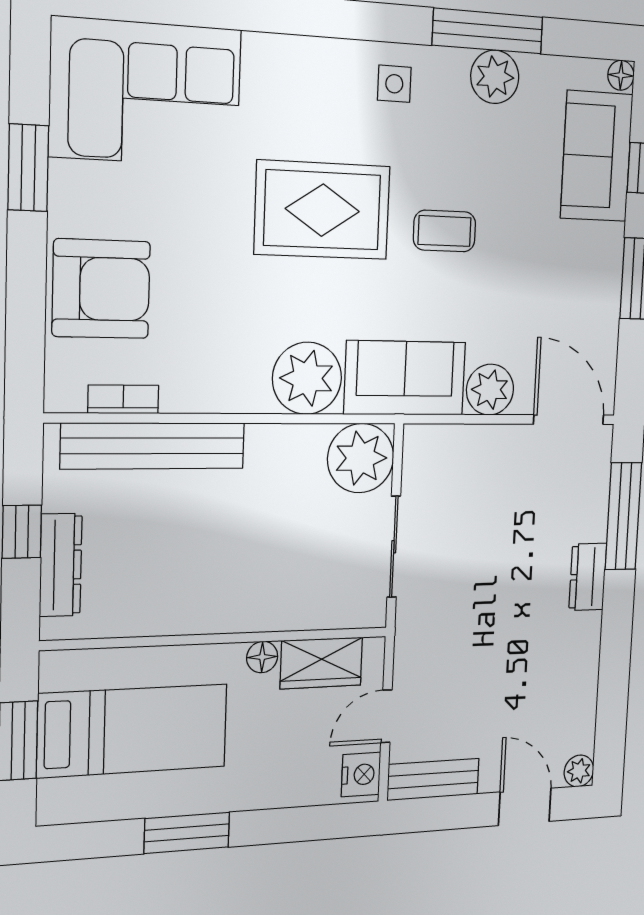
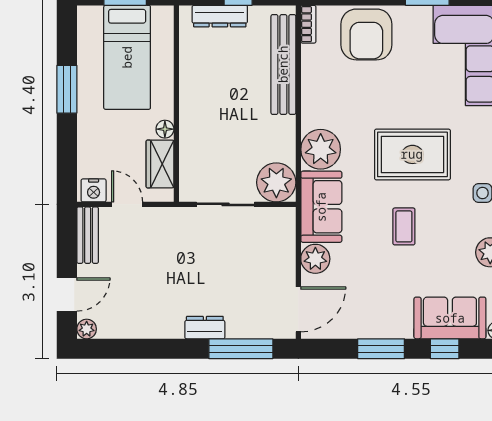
rug: (322, 210) -> (412, 154), turned 90
bookcase: (123, 399) -> (308, 24), moved

